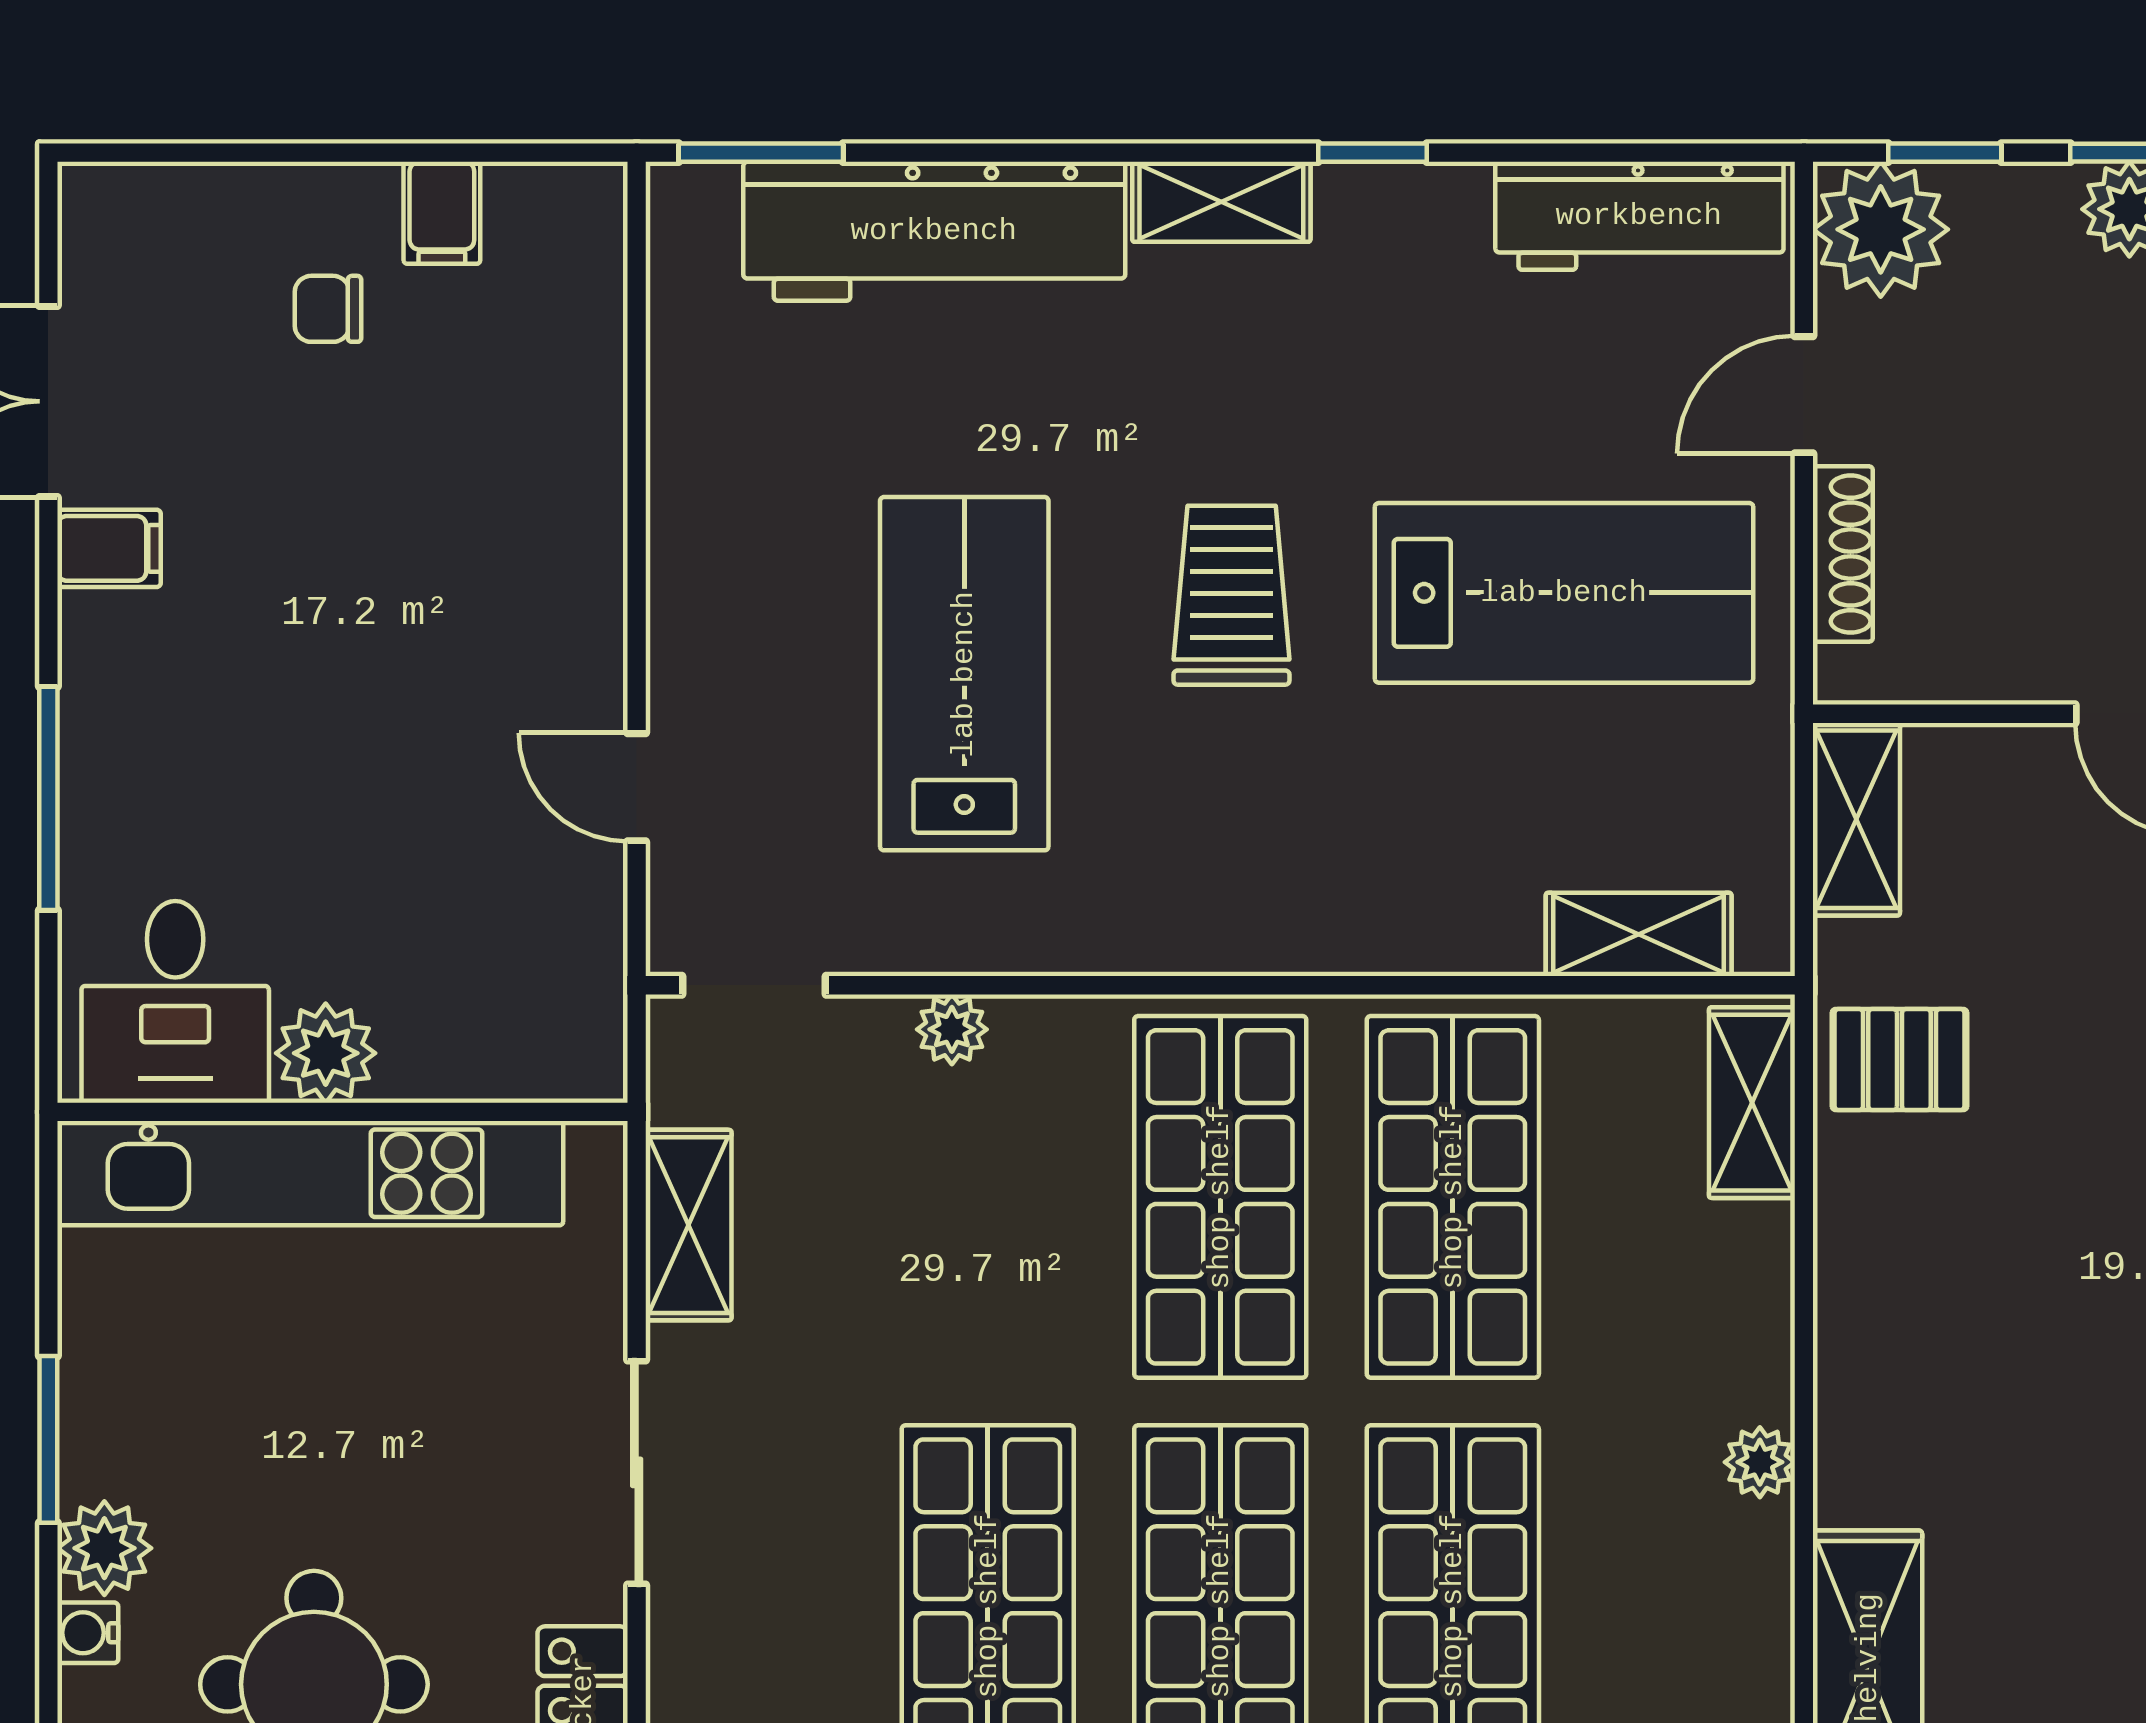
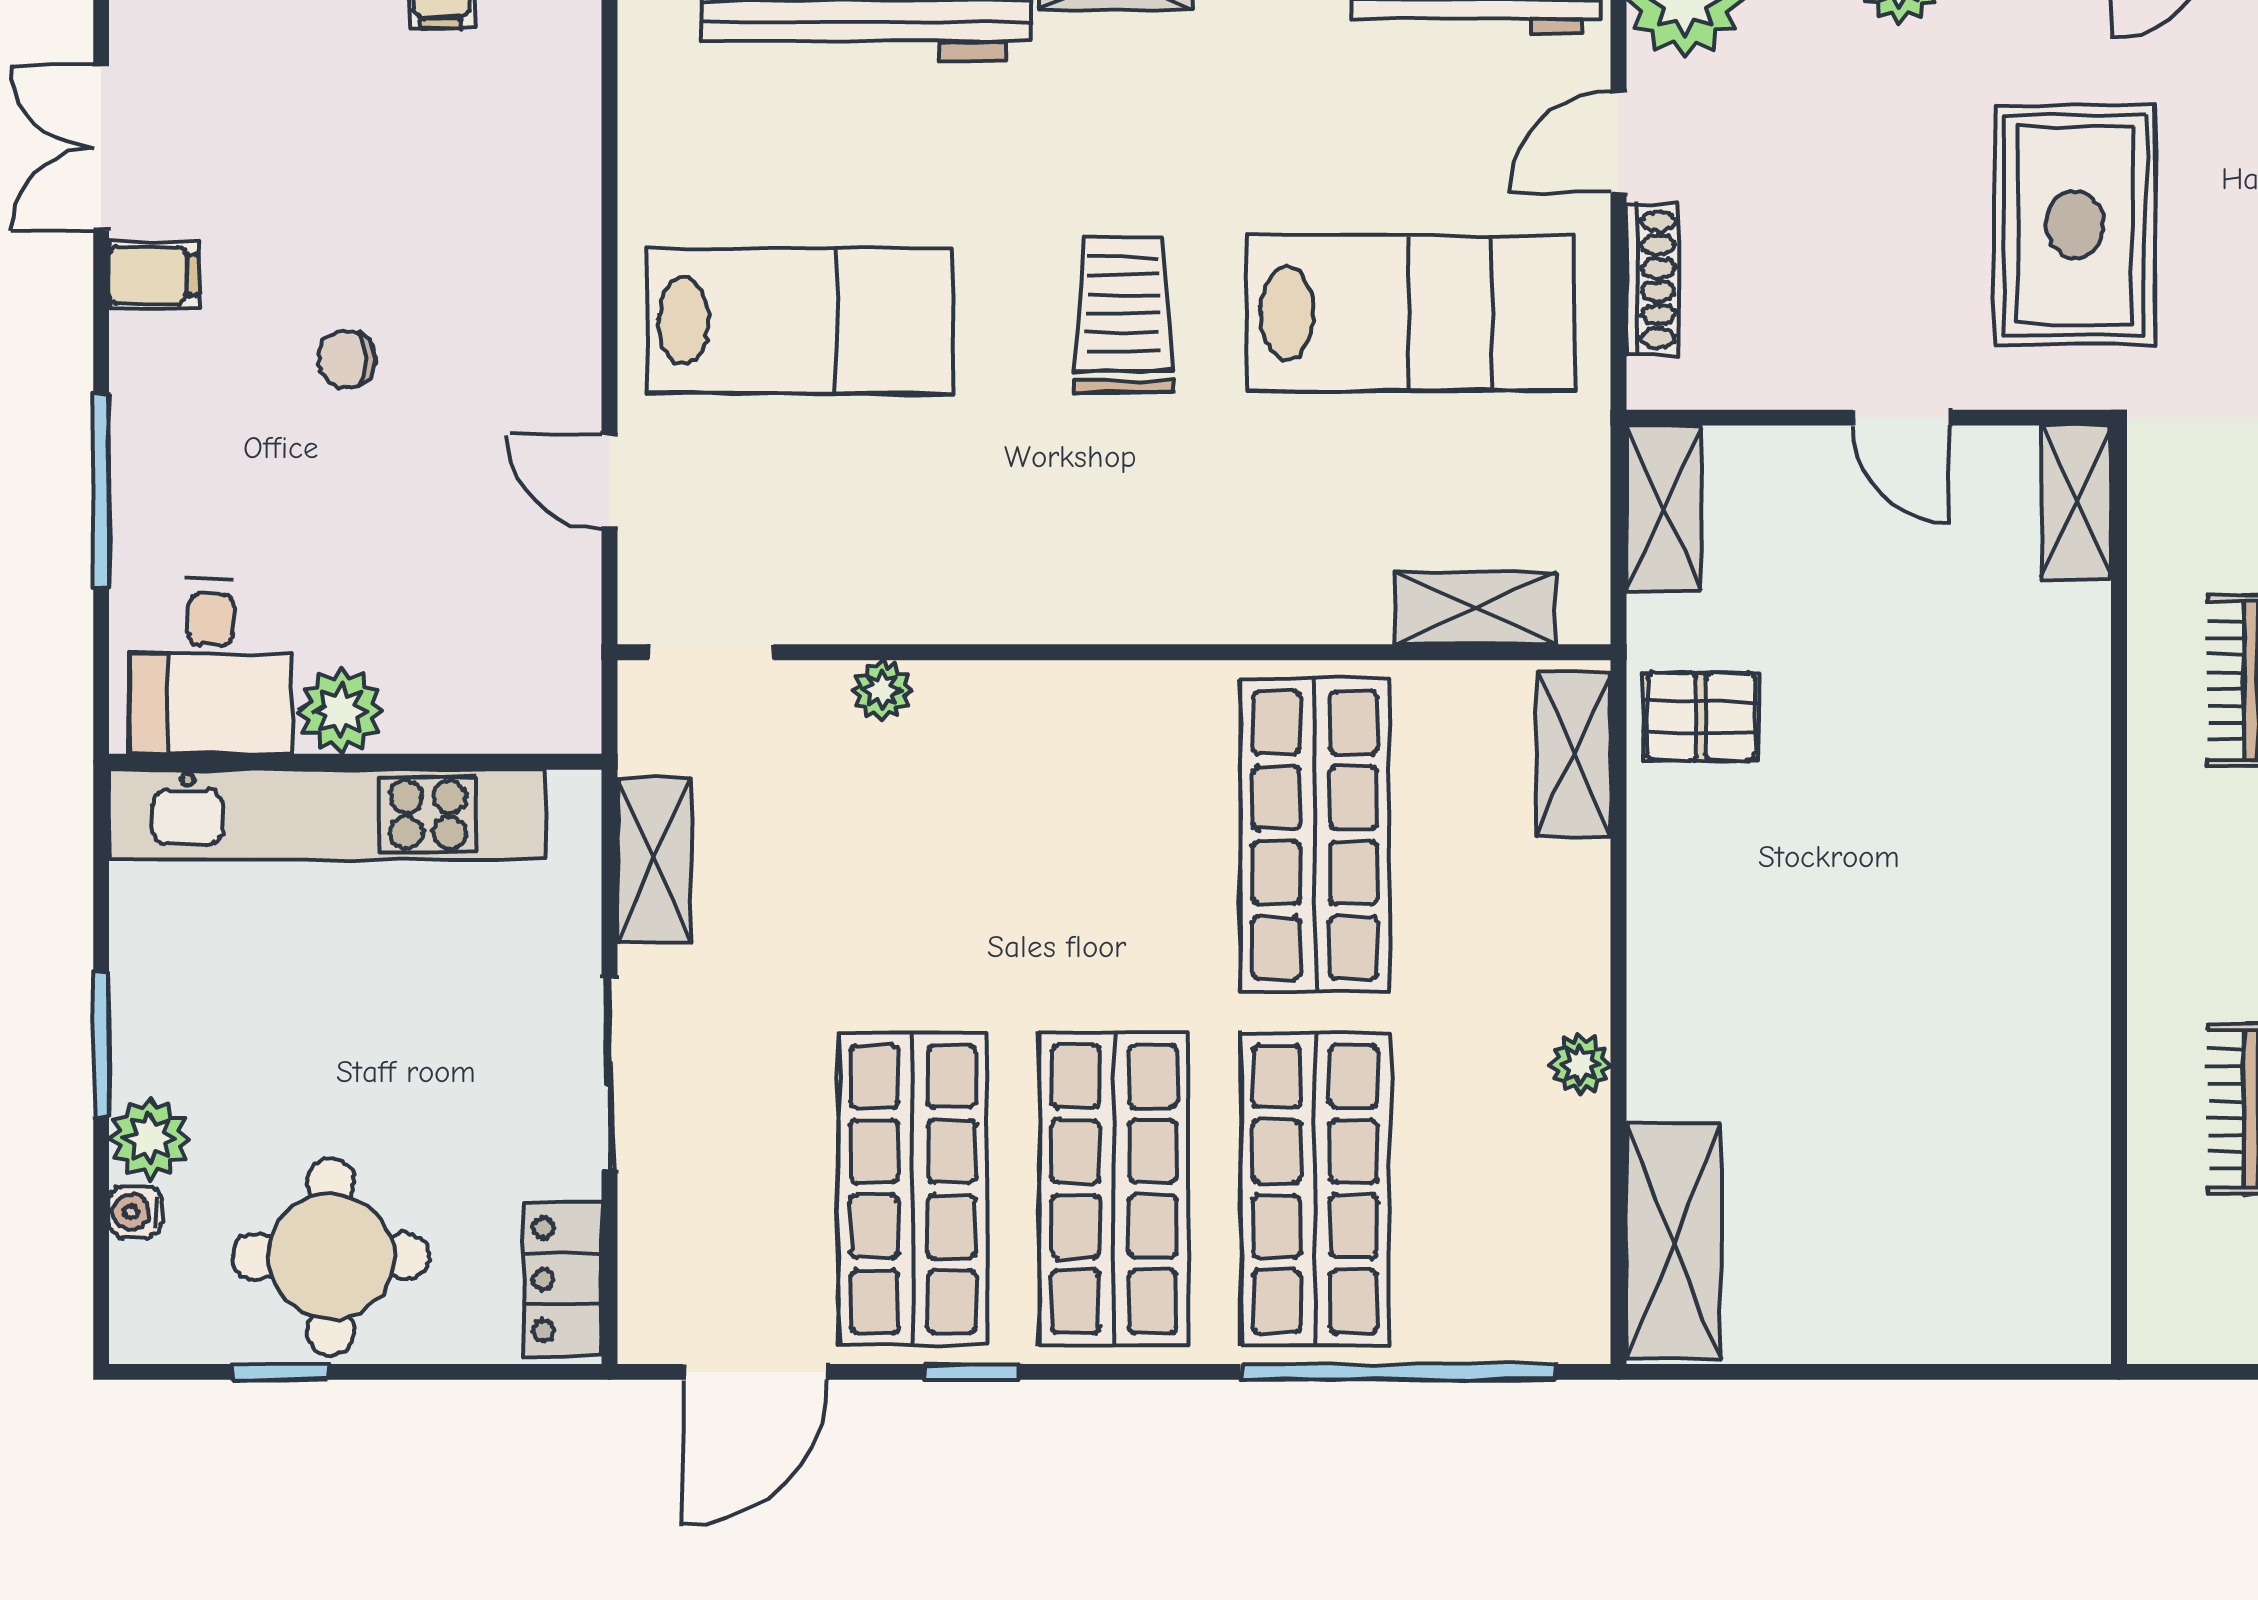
chair: (328, 309) -> (347, 359), moved
lab bench: (964, 674) -> (799, 321), moved, turned 90
shop shelf: (1220, 1197) -> (1114, 835), removed

